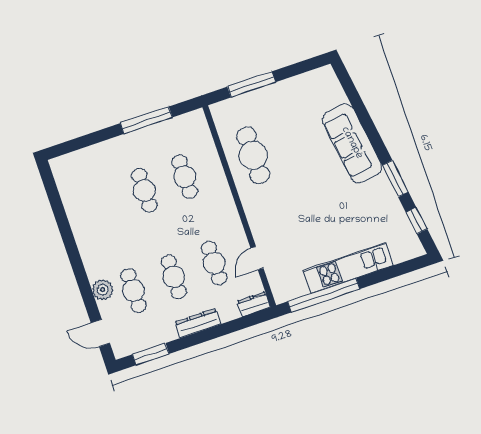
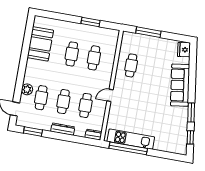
fridge: (326, 81) -> (184, 50), added
window: (146, 120) -> (91, 22), width x0.69
cafe table: (253, 155) -> (131, 65), width x0.73, depth x0.74
booth: (83, 202) -> (40, 44), added
door: (257, 258) -> (110, 95), moved
kitchen unit: (348, 268) -> (131, 139), moved

